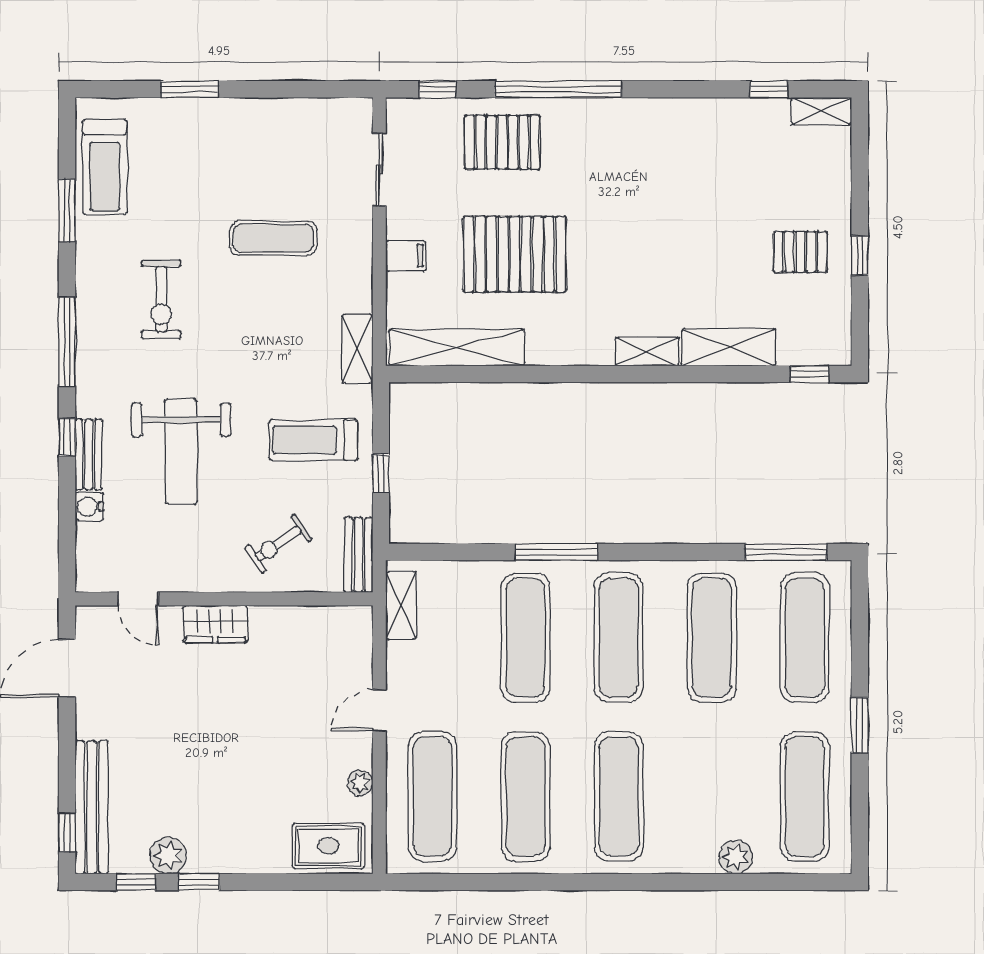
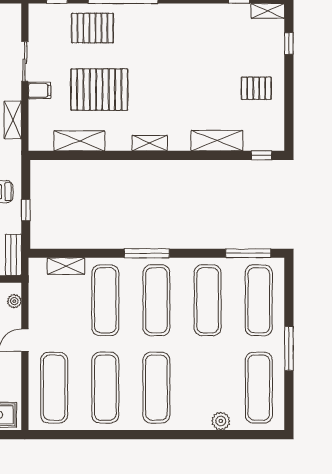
sliding door: (379, 170) -> (25, 61), moved
window: (860, 255) -> (289, 44), moved
shelving: (457, 347) -> (79, 141), width x0.68
shelving: (357, 349) -> (13, 120), moved
shelving: (647, 352) -> (150, 143), moved
window: (556, 552) -> (147, 253), moved
shelving: (401, 605) -> (66, 266), moved, turned 90
window: (860, 725) -> (289, 348), width x1.44
plant: (360, 783) -> (14, 301), moved

